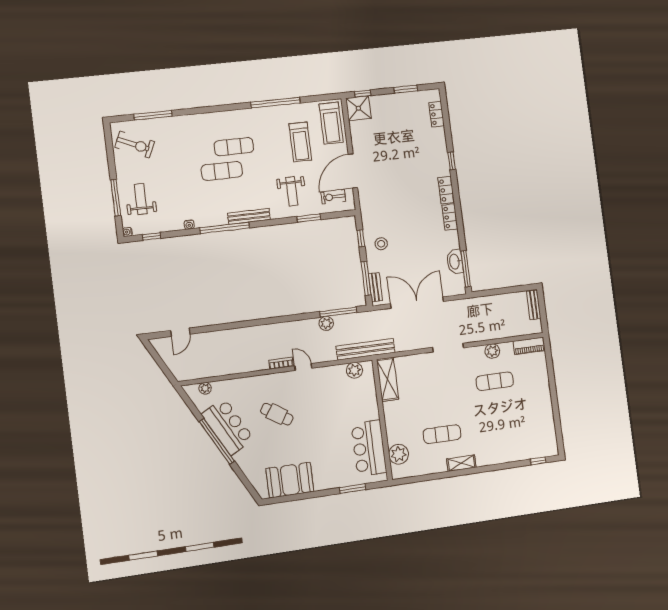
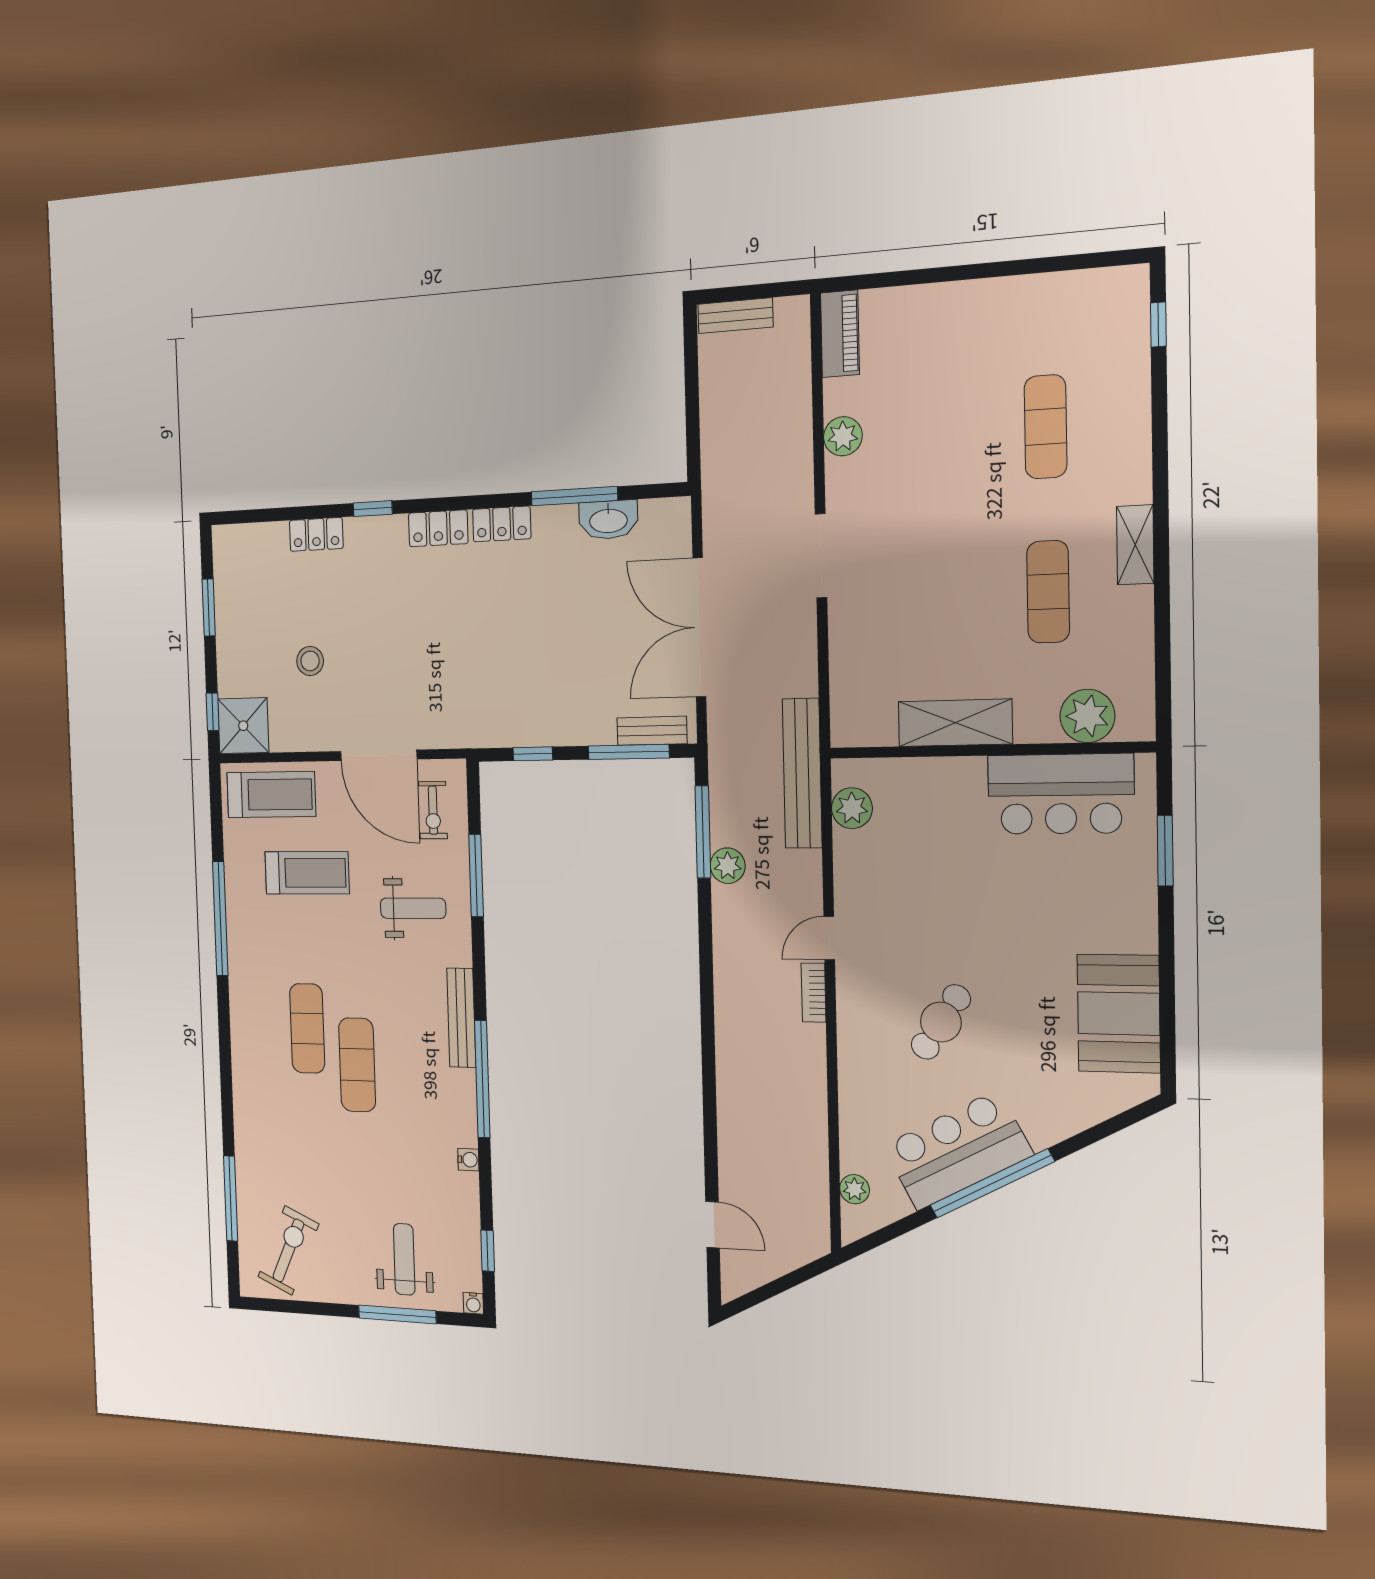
locker: (437, 114) -> (316, 534), moved
weight bench: (141, 199) -> (404, 1259), turned 90
window: (309, 218) -> (476, 876), width x1.44
stool: (381, 244) -> (310, 661), moved
window: (466, 269) -> (574, 496), moved
shelving: (388, 379) -> (955, 723), moved
exercise mat: (495, 381) -> (1045, 427), moved

